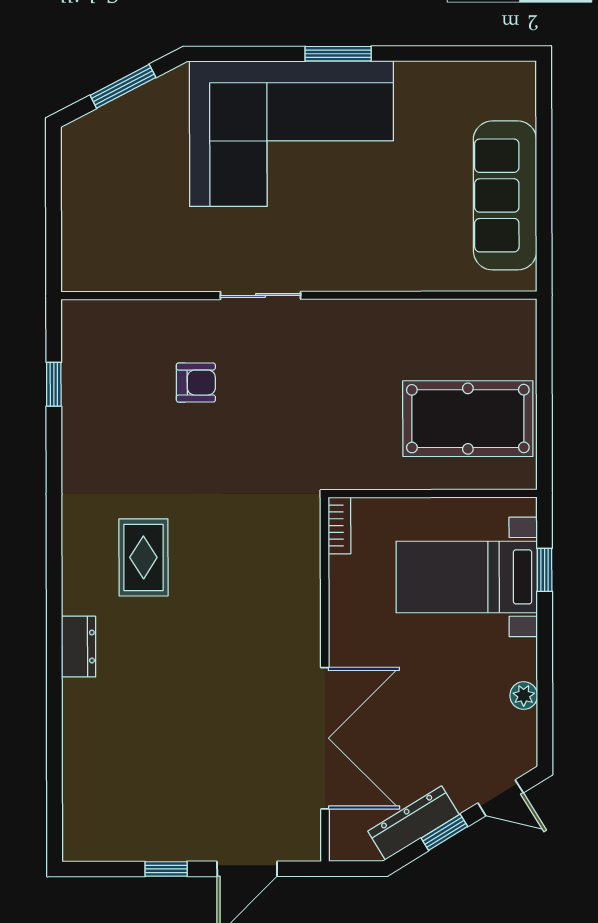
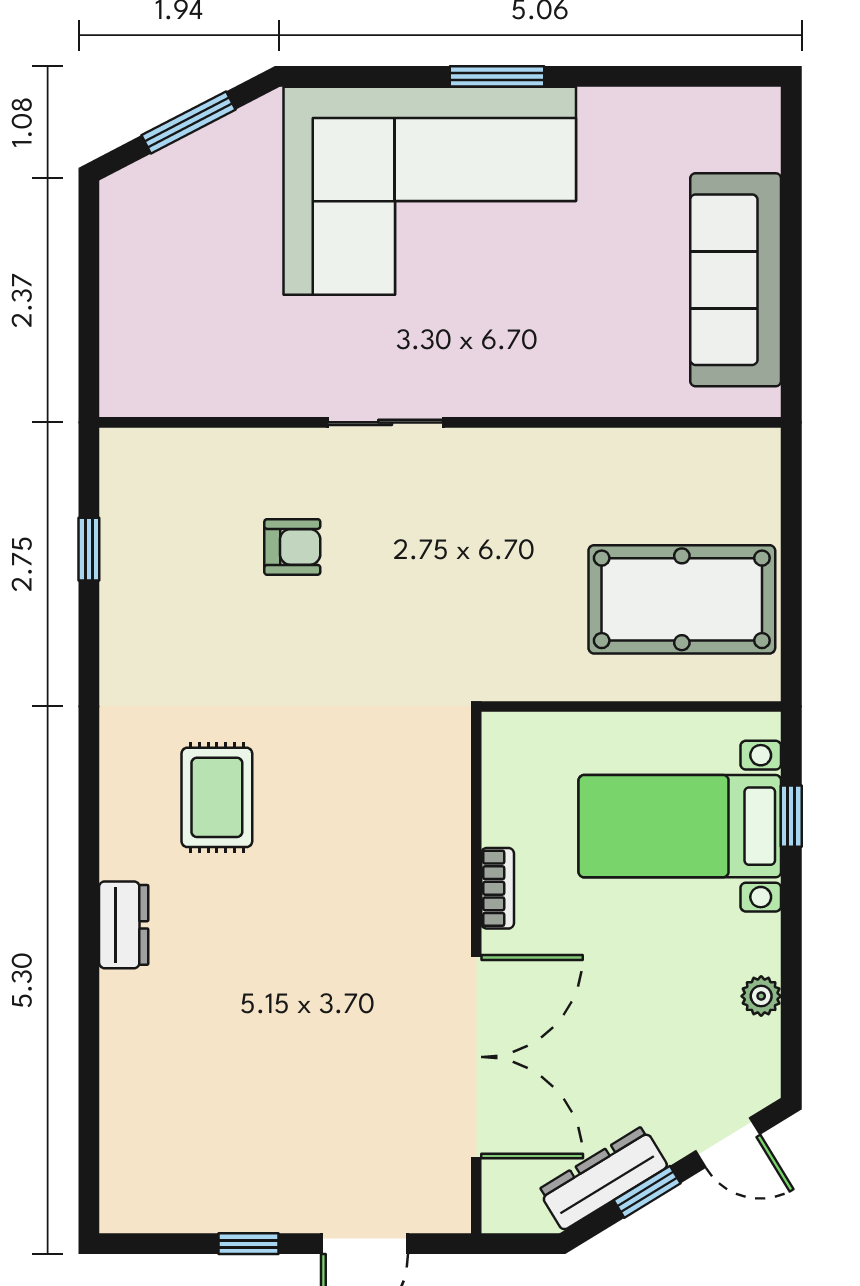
bookcase: (339, 526) -> (498, 888), moved

